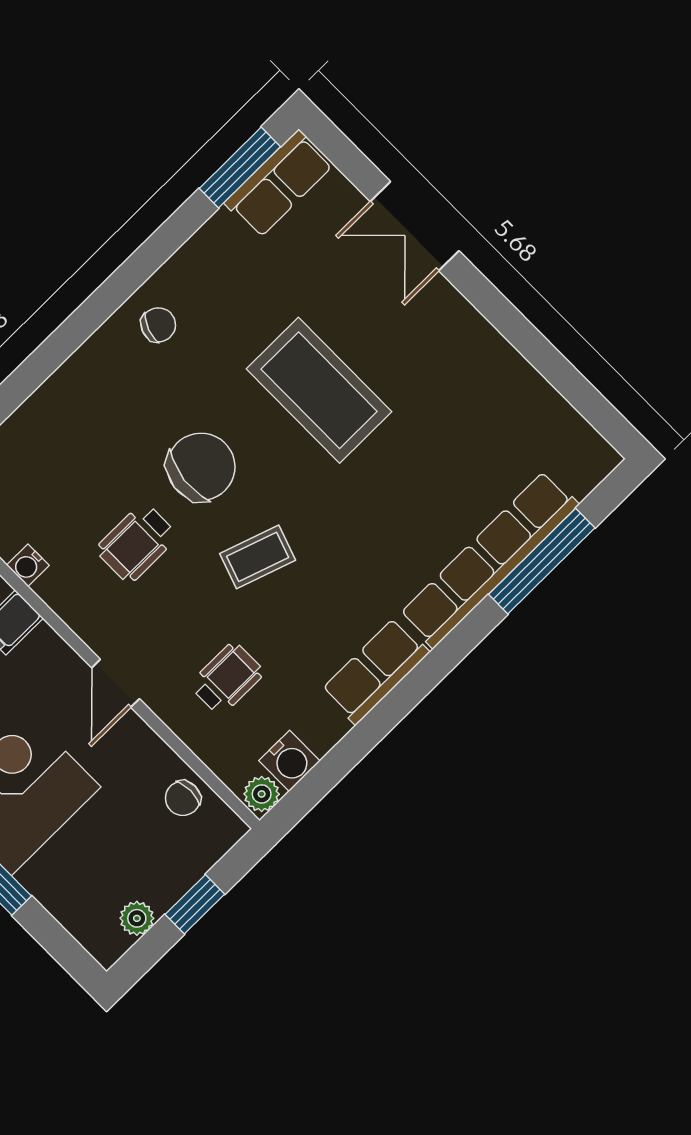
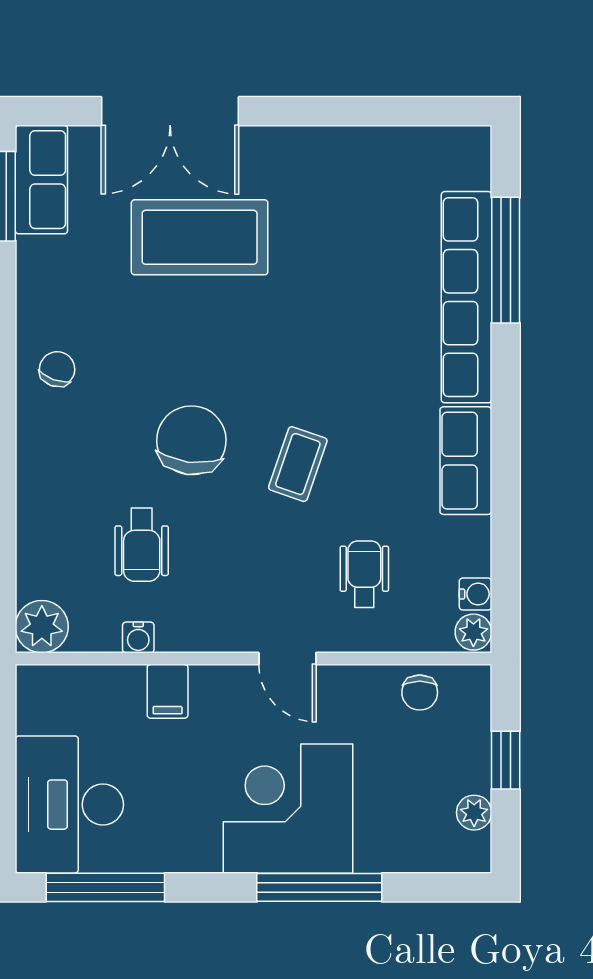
double door: (415, 226) -> (170, 111), width x1.37
coffee table: (319, 390) -> (200, 237), moved
wheelchair: (137, 543) -> (142, 545), moved
water cooler: (289, 761) -> (475, 594), width x0.72, depth x0.72

